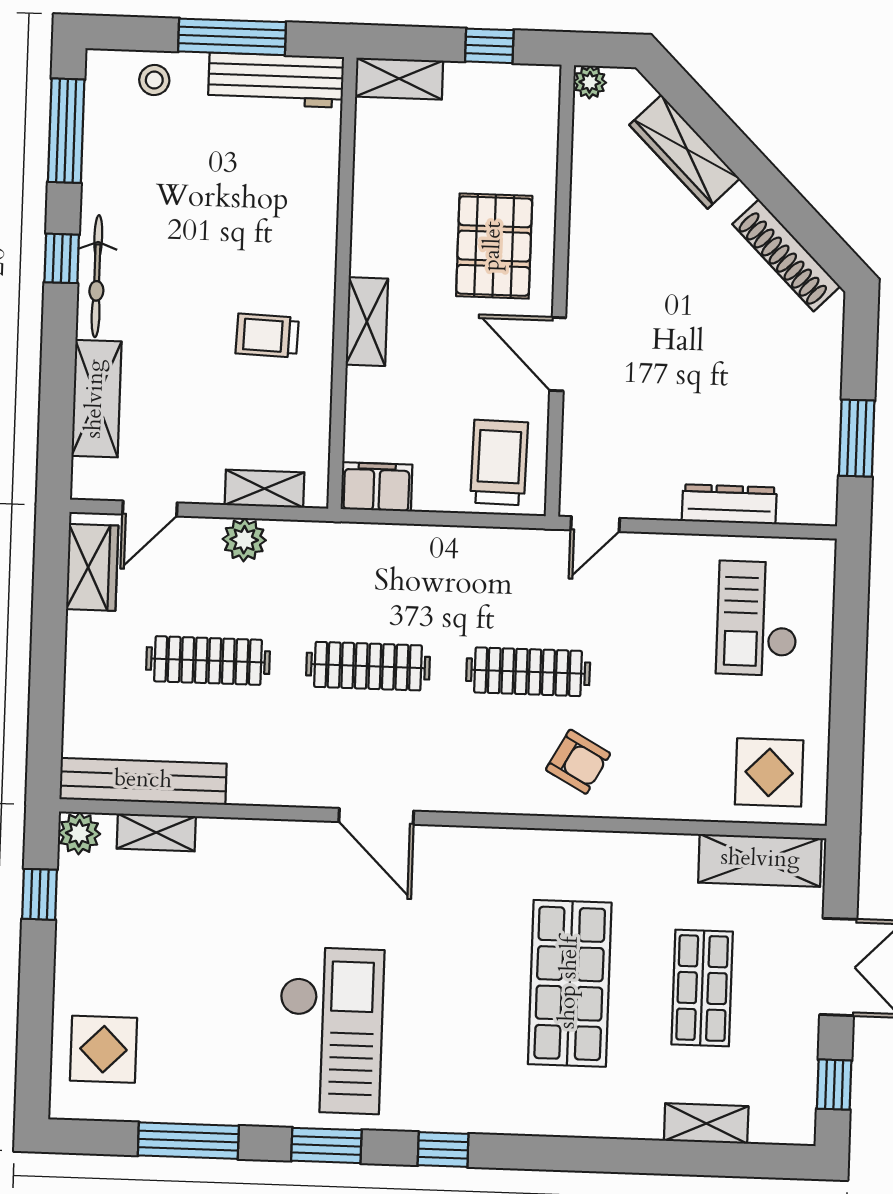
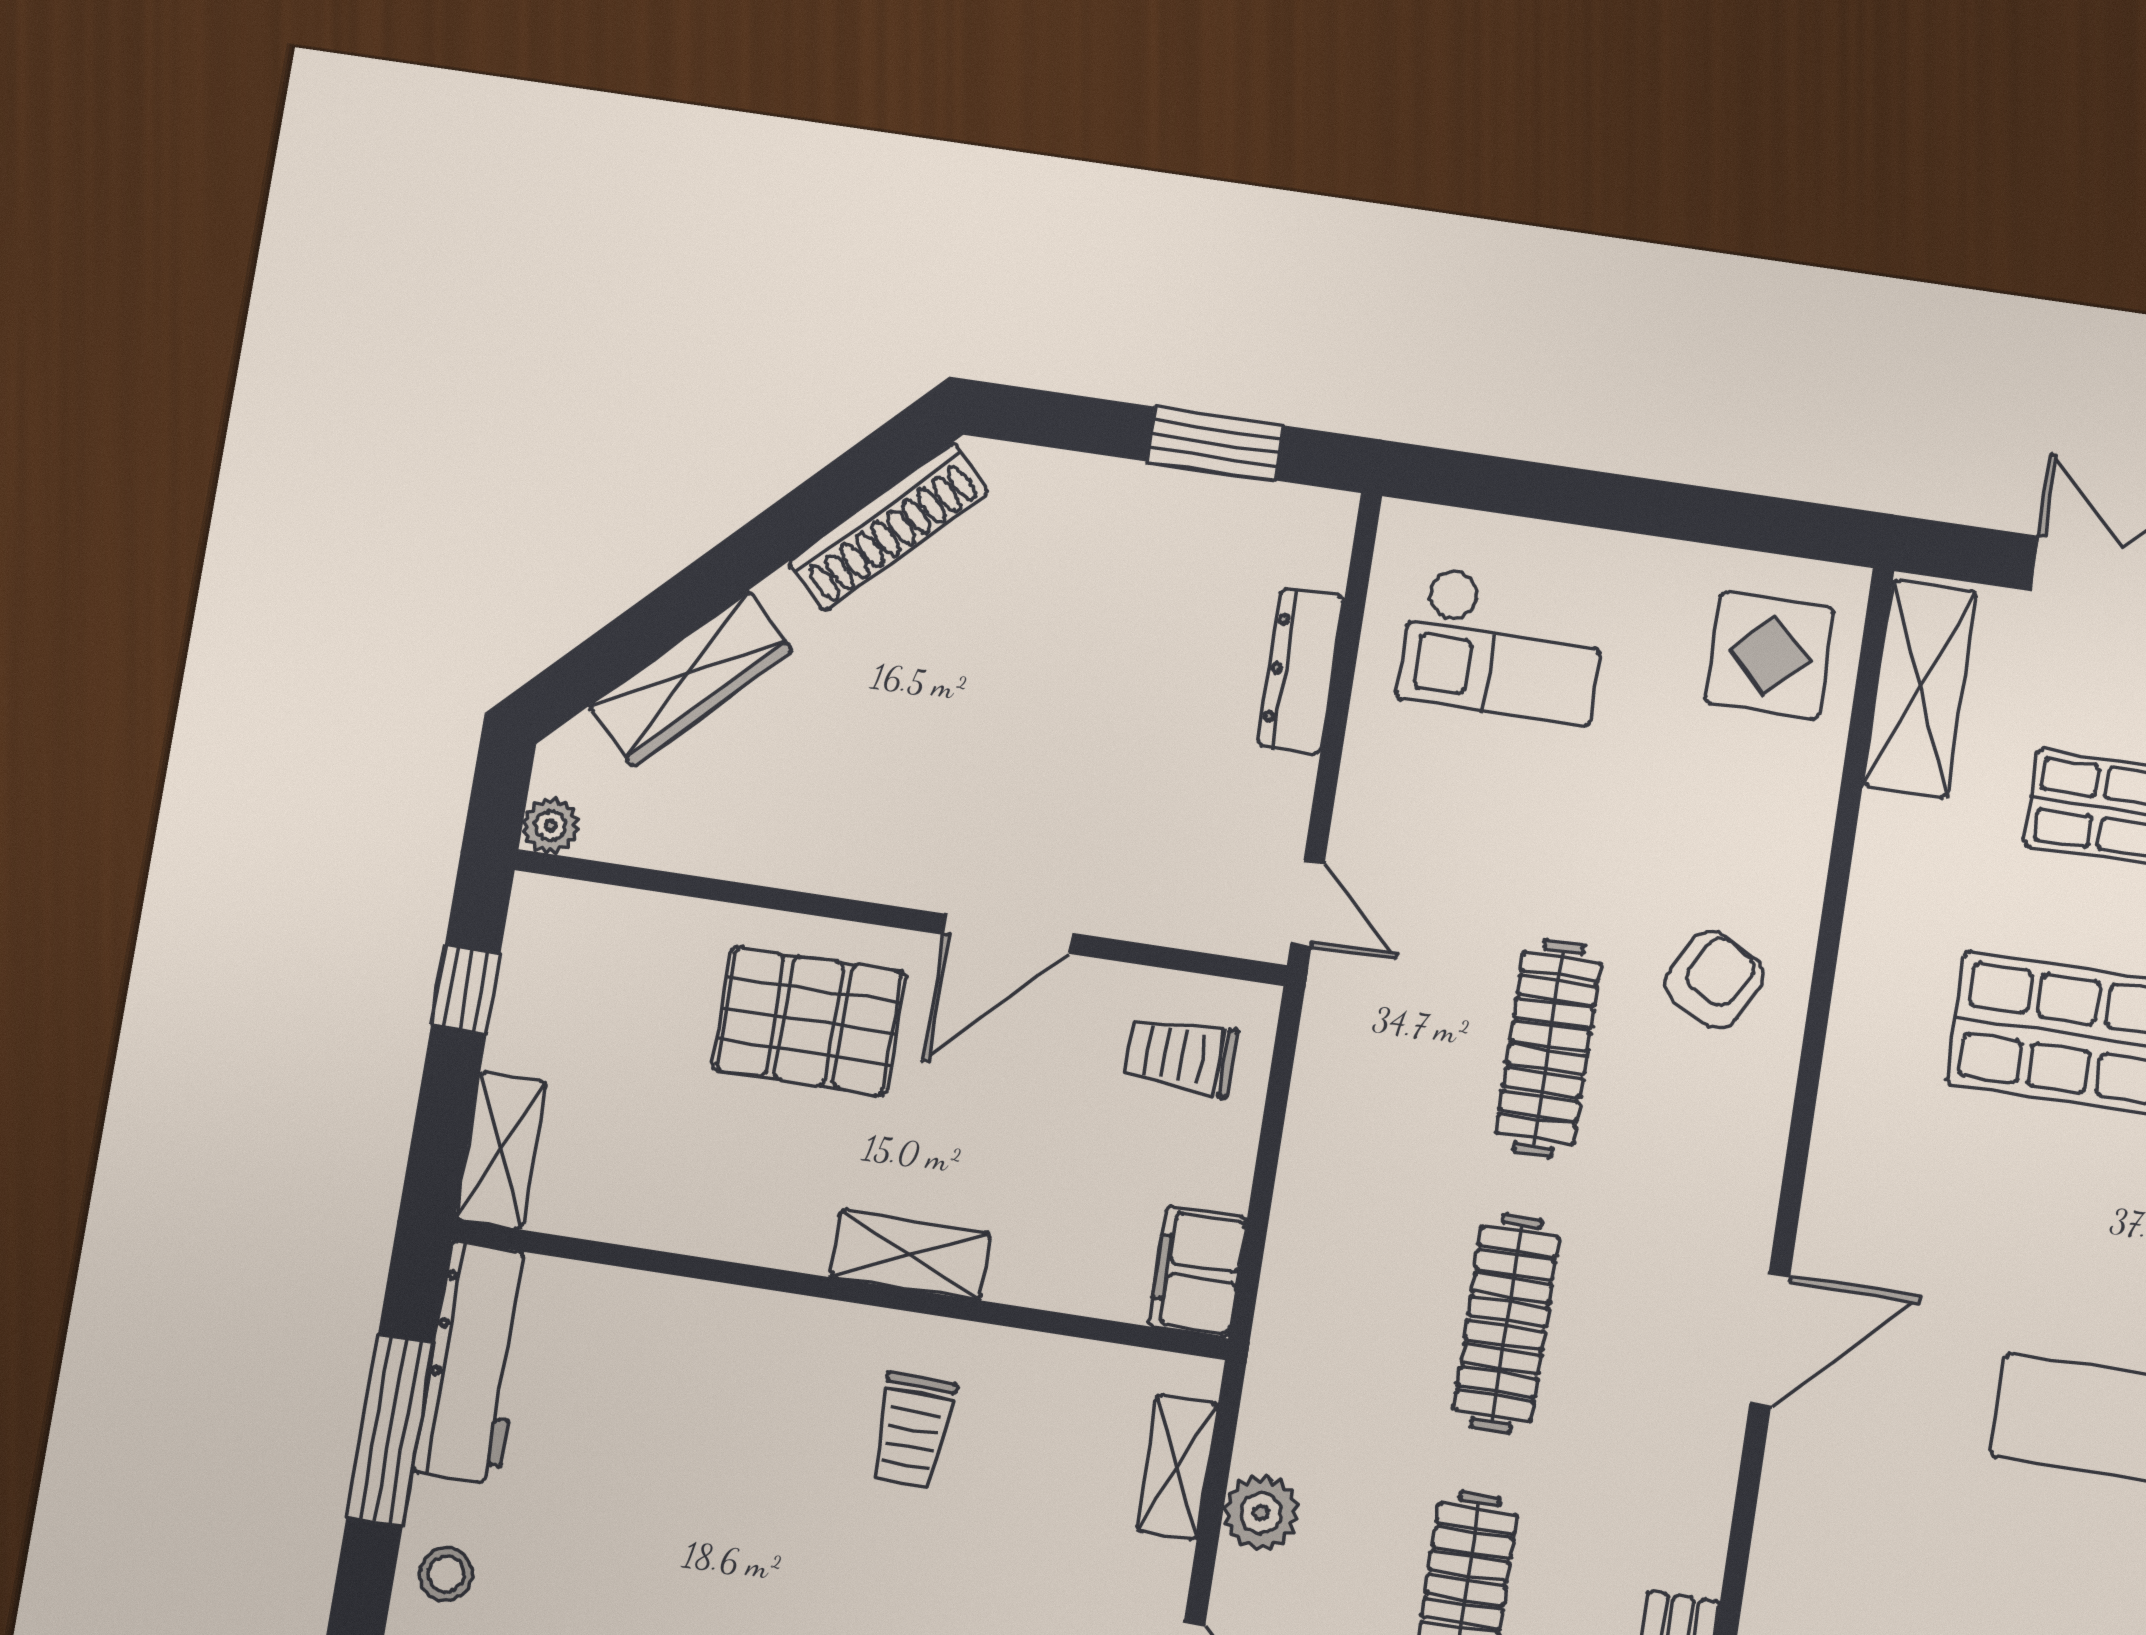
trolley: (499, 462) -> (1181, 1056), width x0.73, depth x0.72

